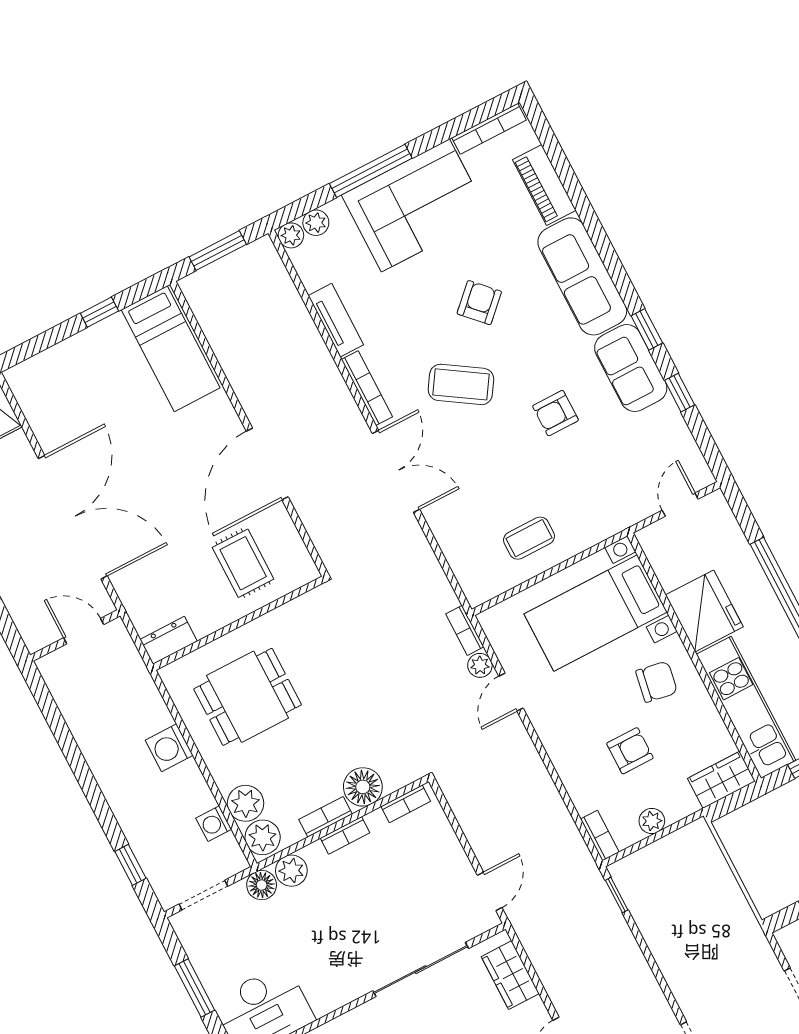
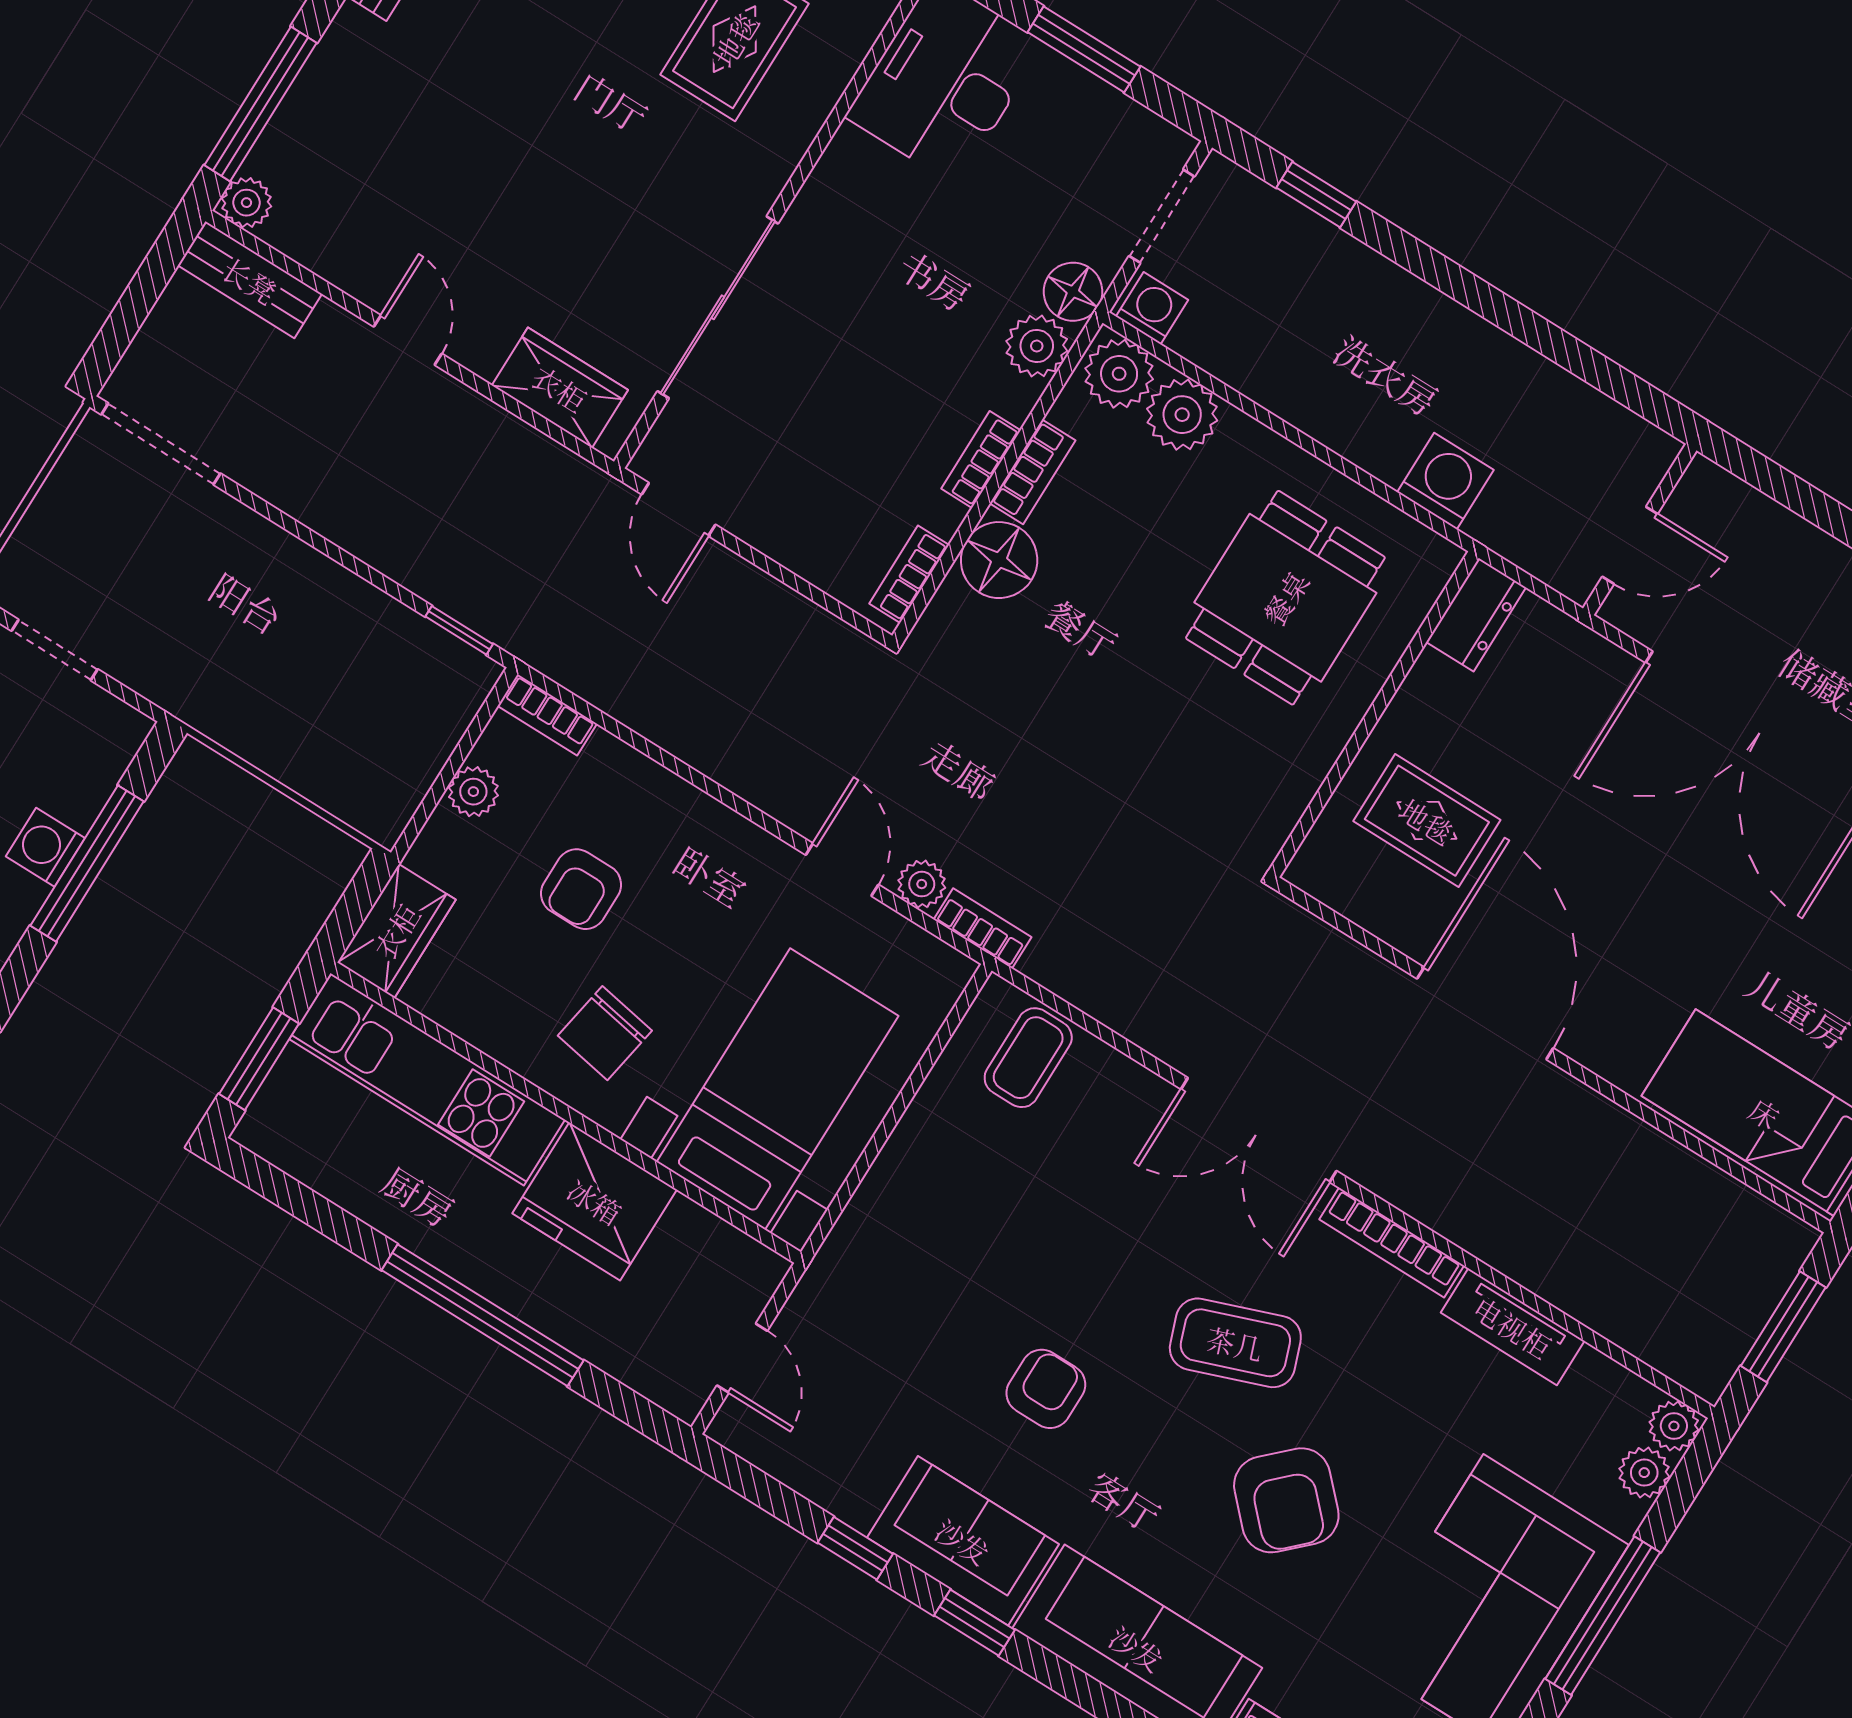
armchair: (479, 303) -> (1286, 1500), width x1.38, depth x1.38
coffee table: (461, 384) -> (1235, 1343), turned 37
coffee table: (529, 538) -> (1028, 1058), moved
washing machine: (169, 748) -> (1445, 481), moved
washing machine: (214, 824) -> (1152, 308), moved

